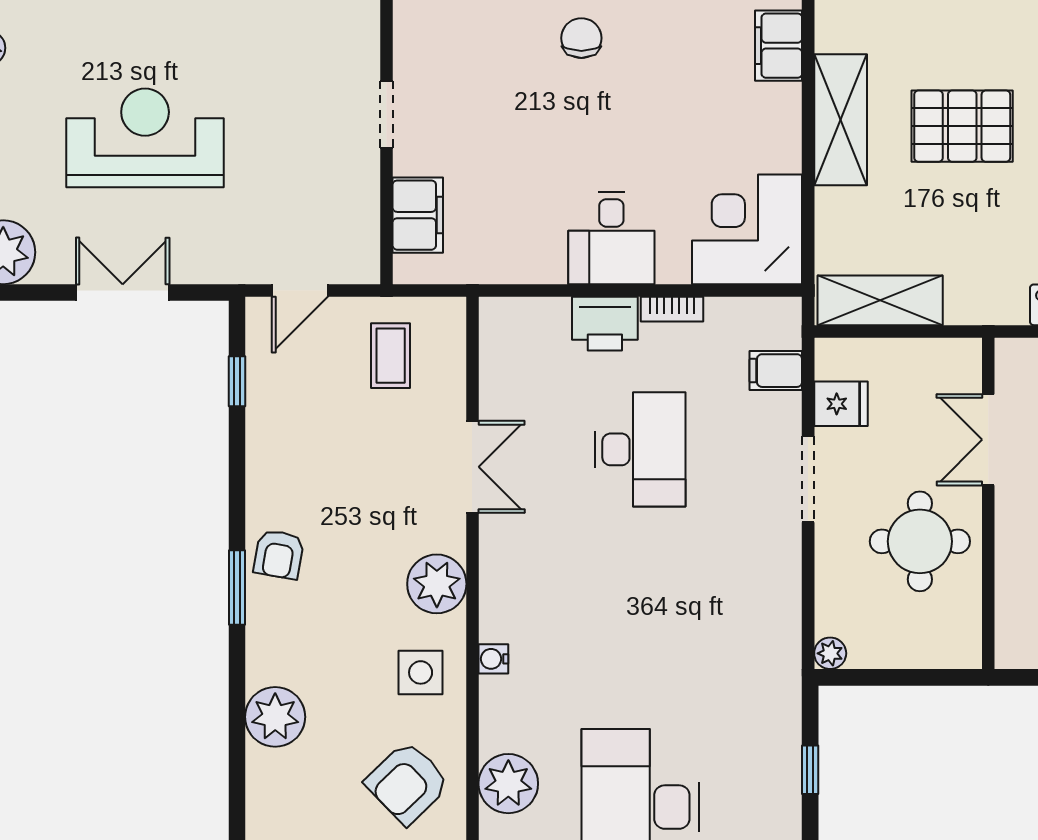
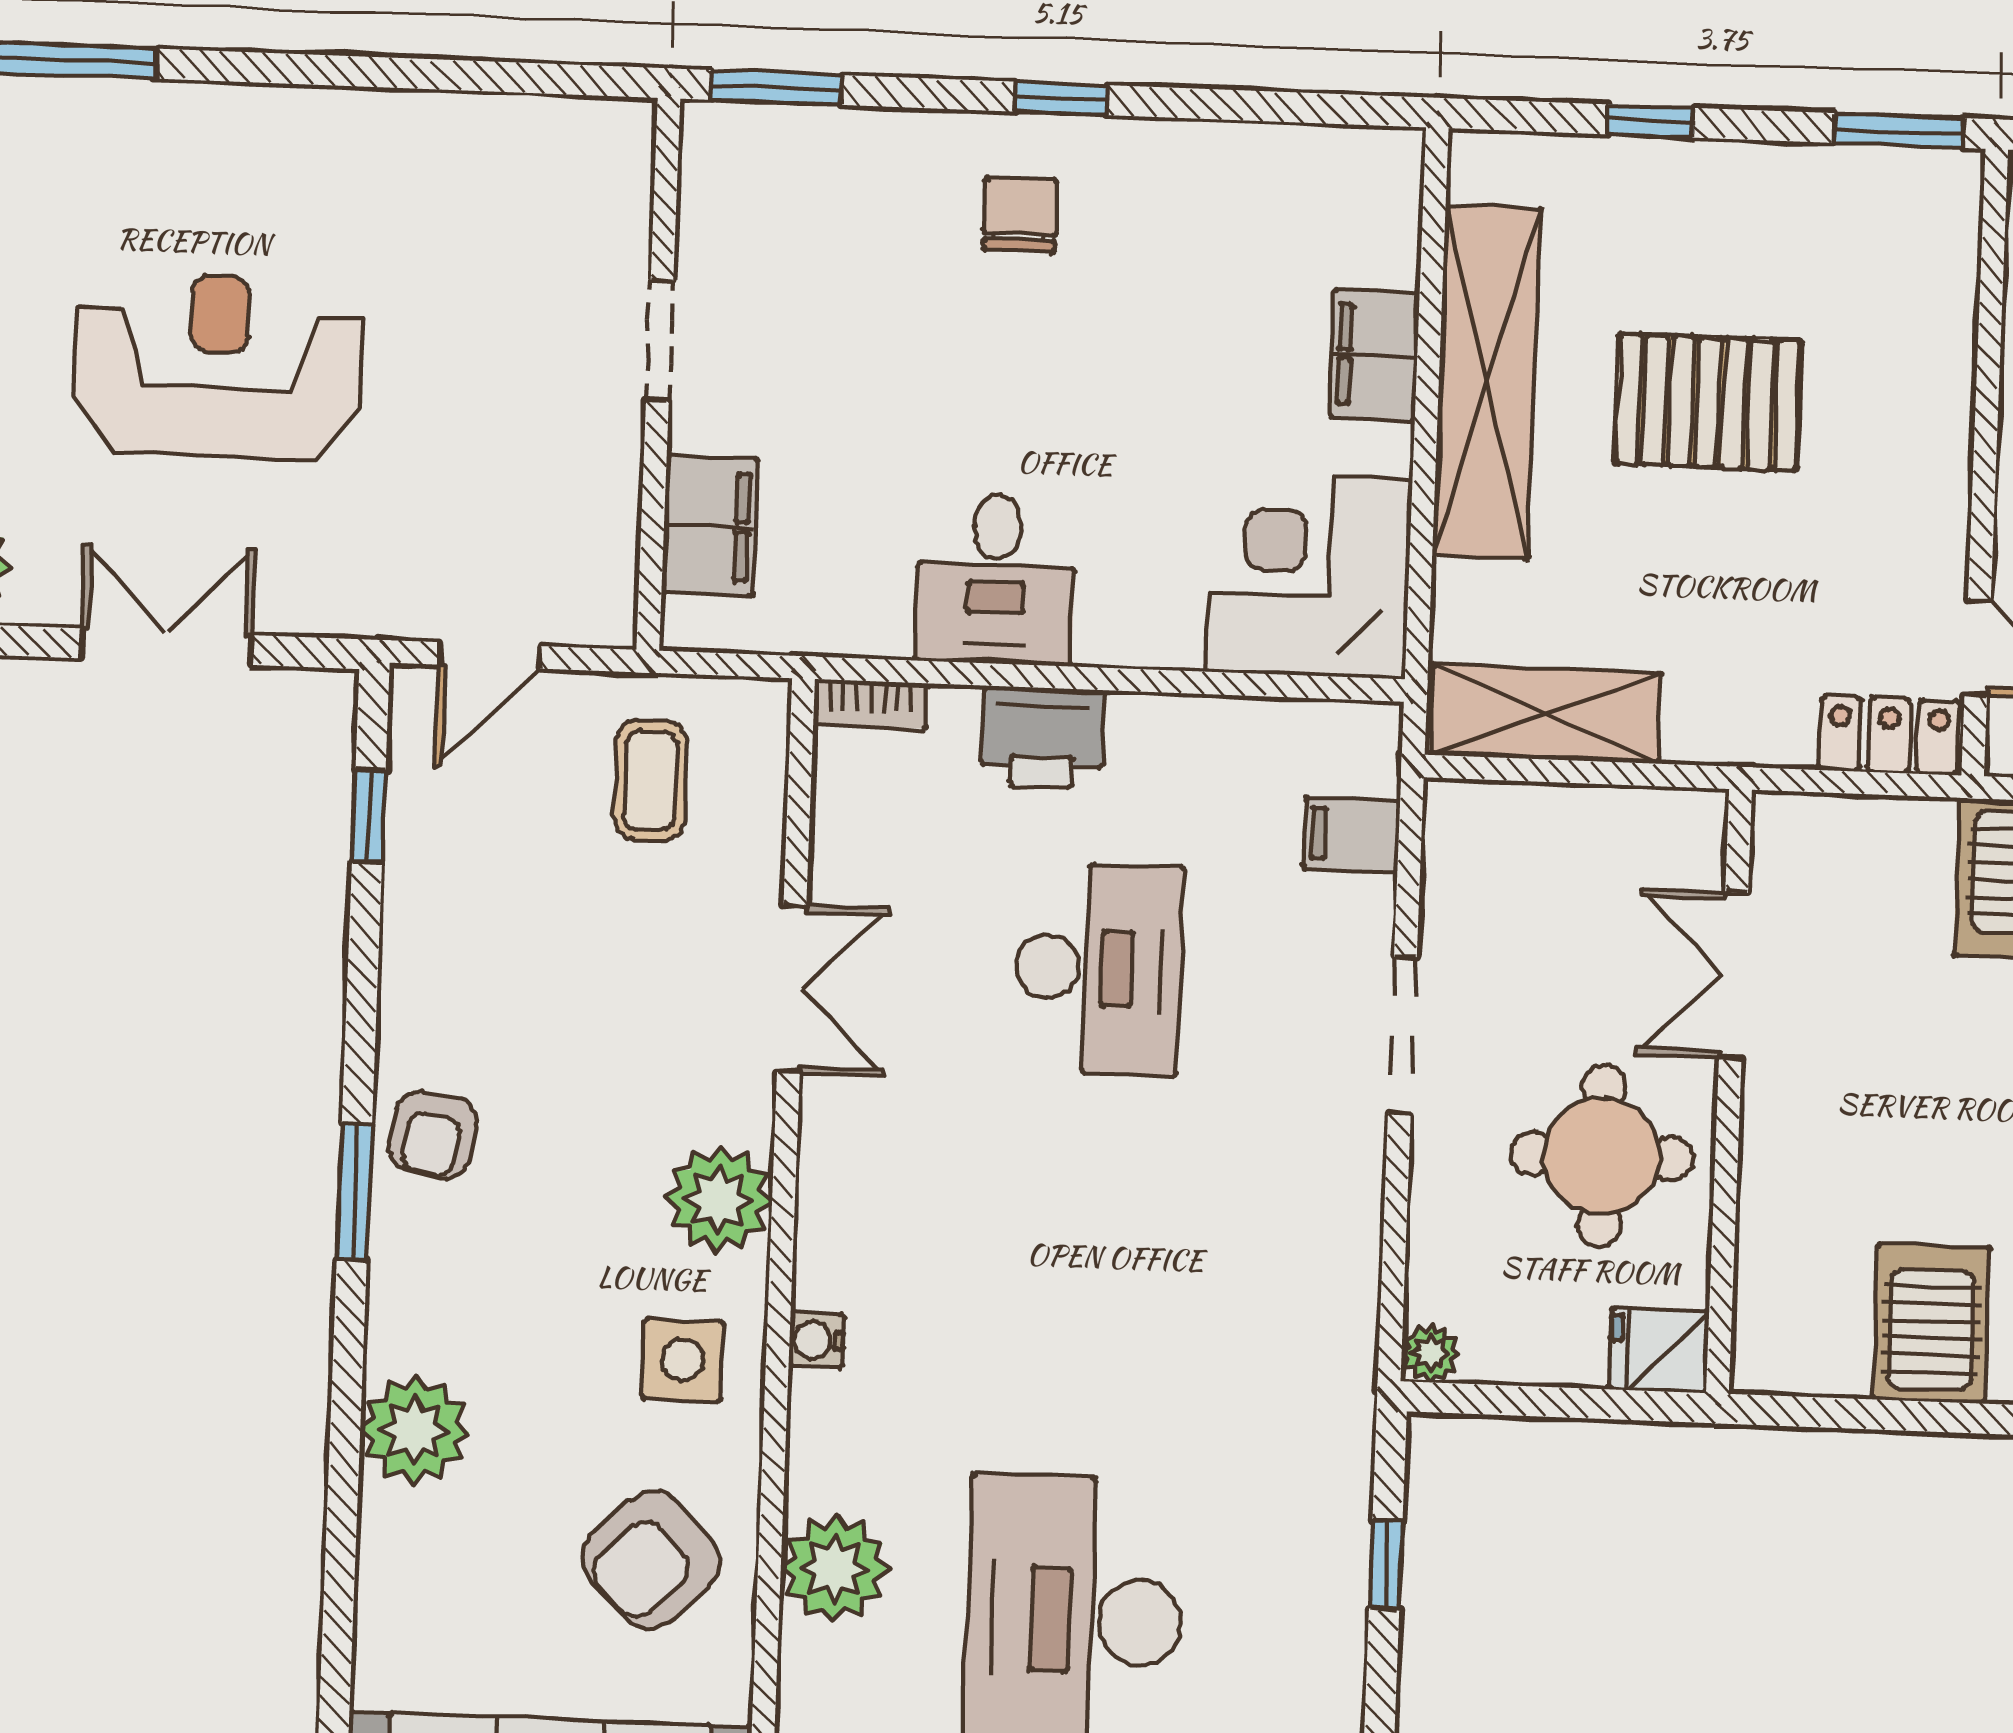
filing cabinet: (779, 46) -> (1375, 355), moved
shelving: (841, 120) -> (1487, 382), width x1.47
desk: (611, 238) -> (996, 579), moved
bookcase: (672, 309) -> (871, 704), moved
fridge: (841, 404) -> (1659, 1350), moved, turned 180

